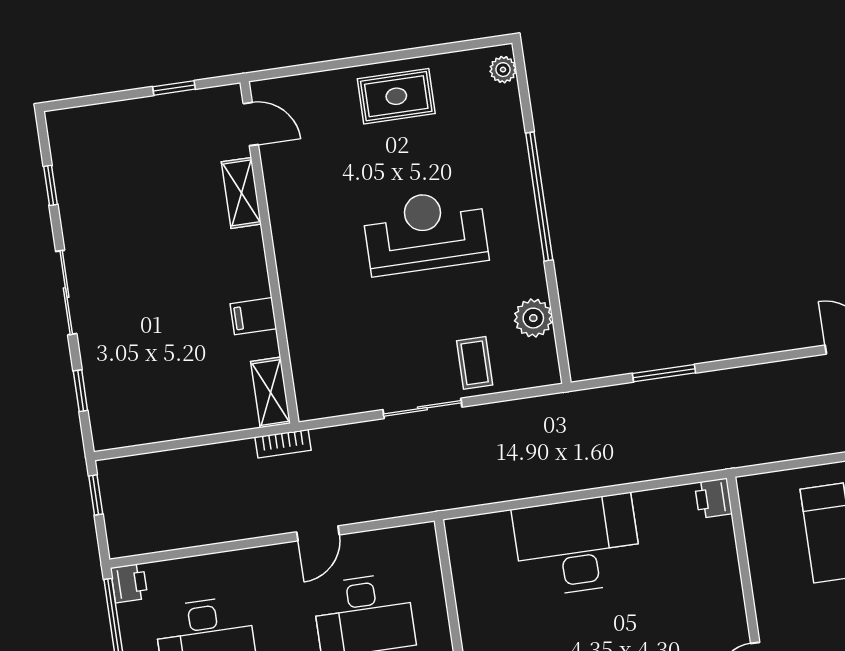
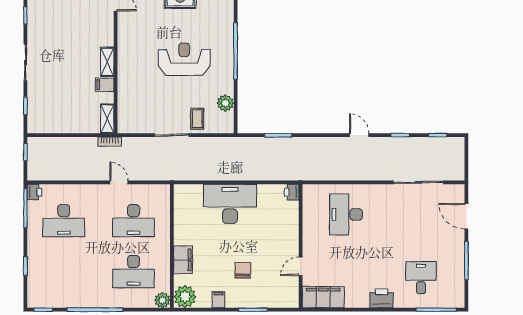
shelving: (241, 193) -> (107, 62), moved
door: (318, 533) -> (119, 182), swing flipped

